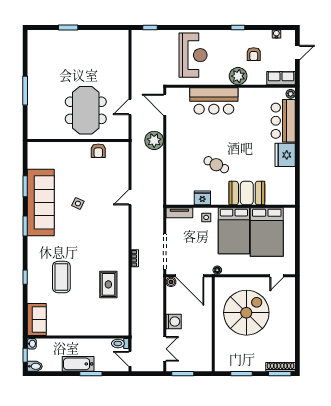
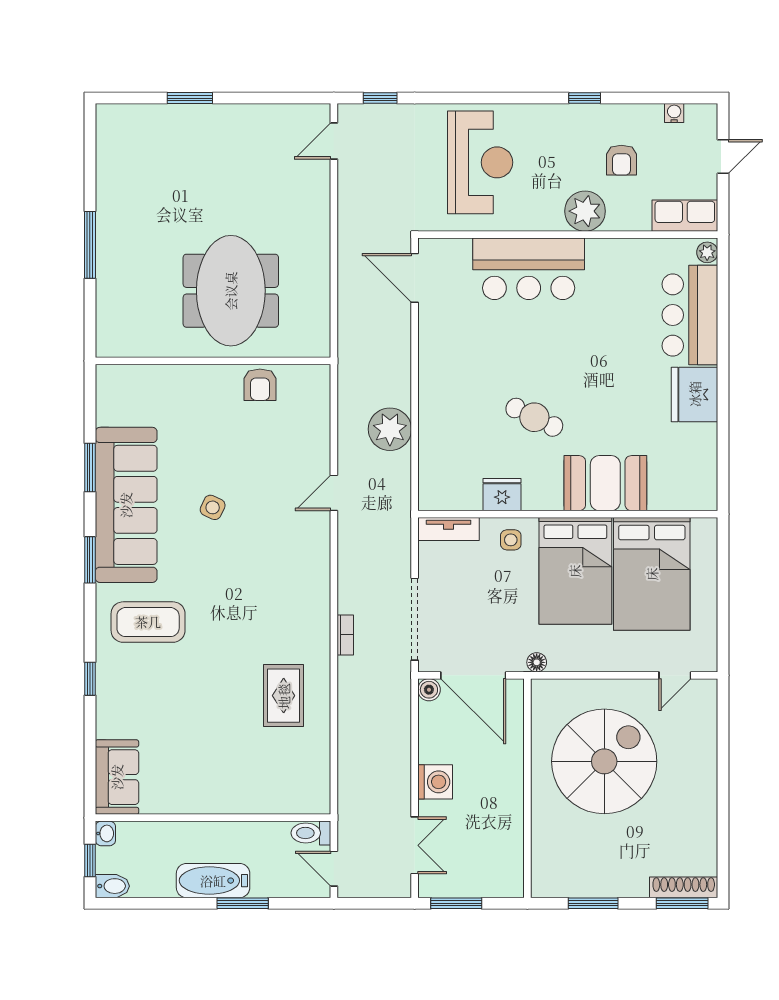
door: (130, 107) -> (334, 141), moved
plant: (154, 140) -> (390, 429), moved
coffee table: (61, 277) -> (148, 622), moved, turned 90

